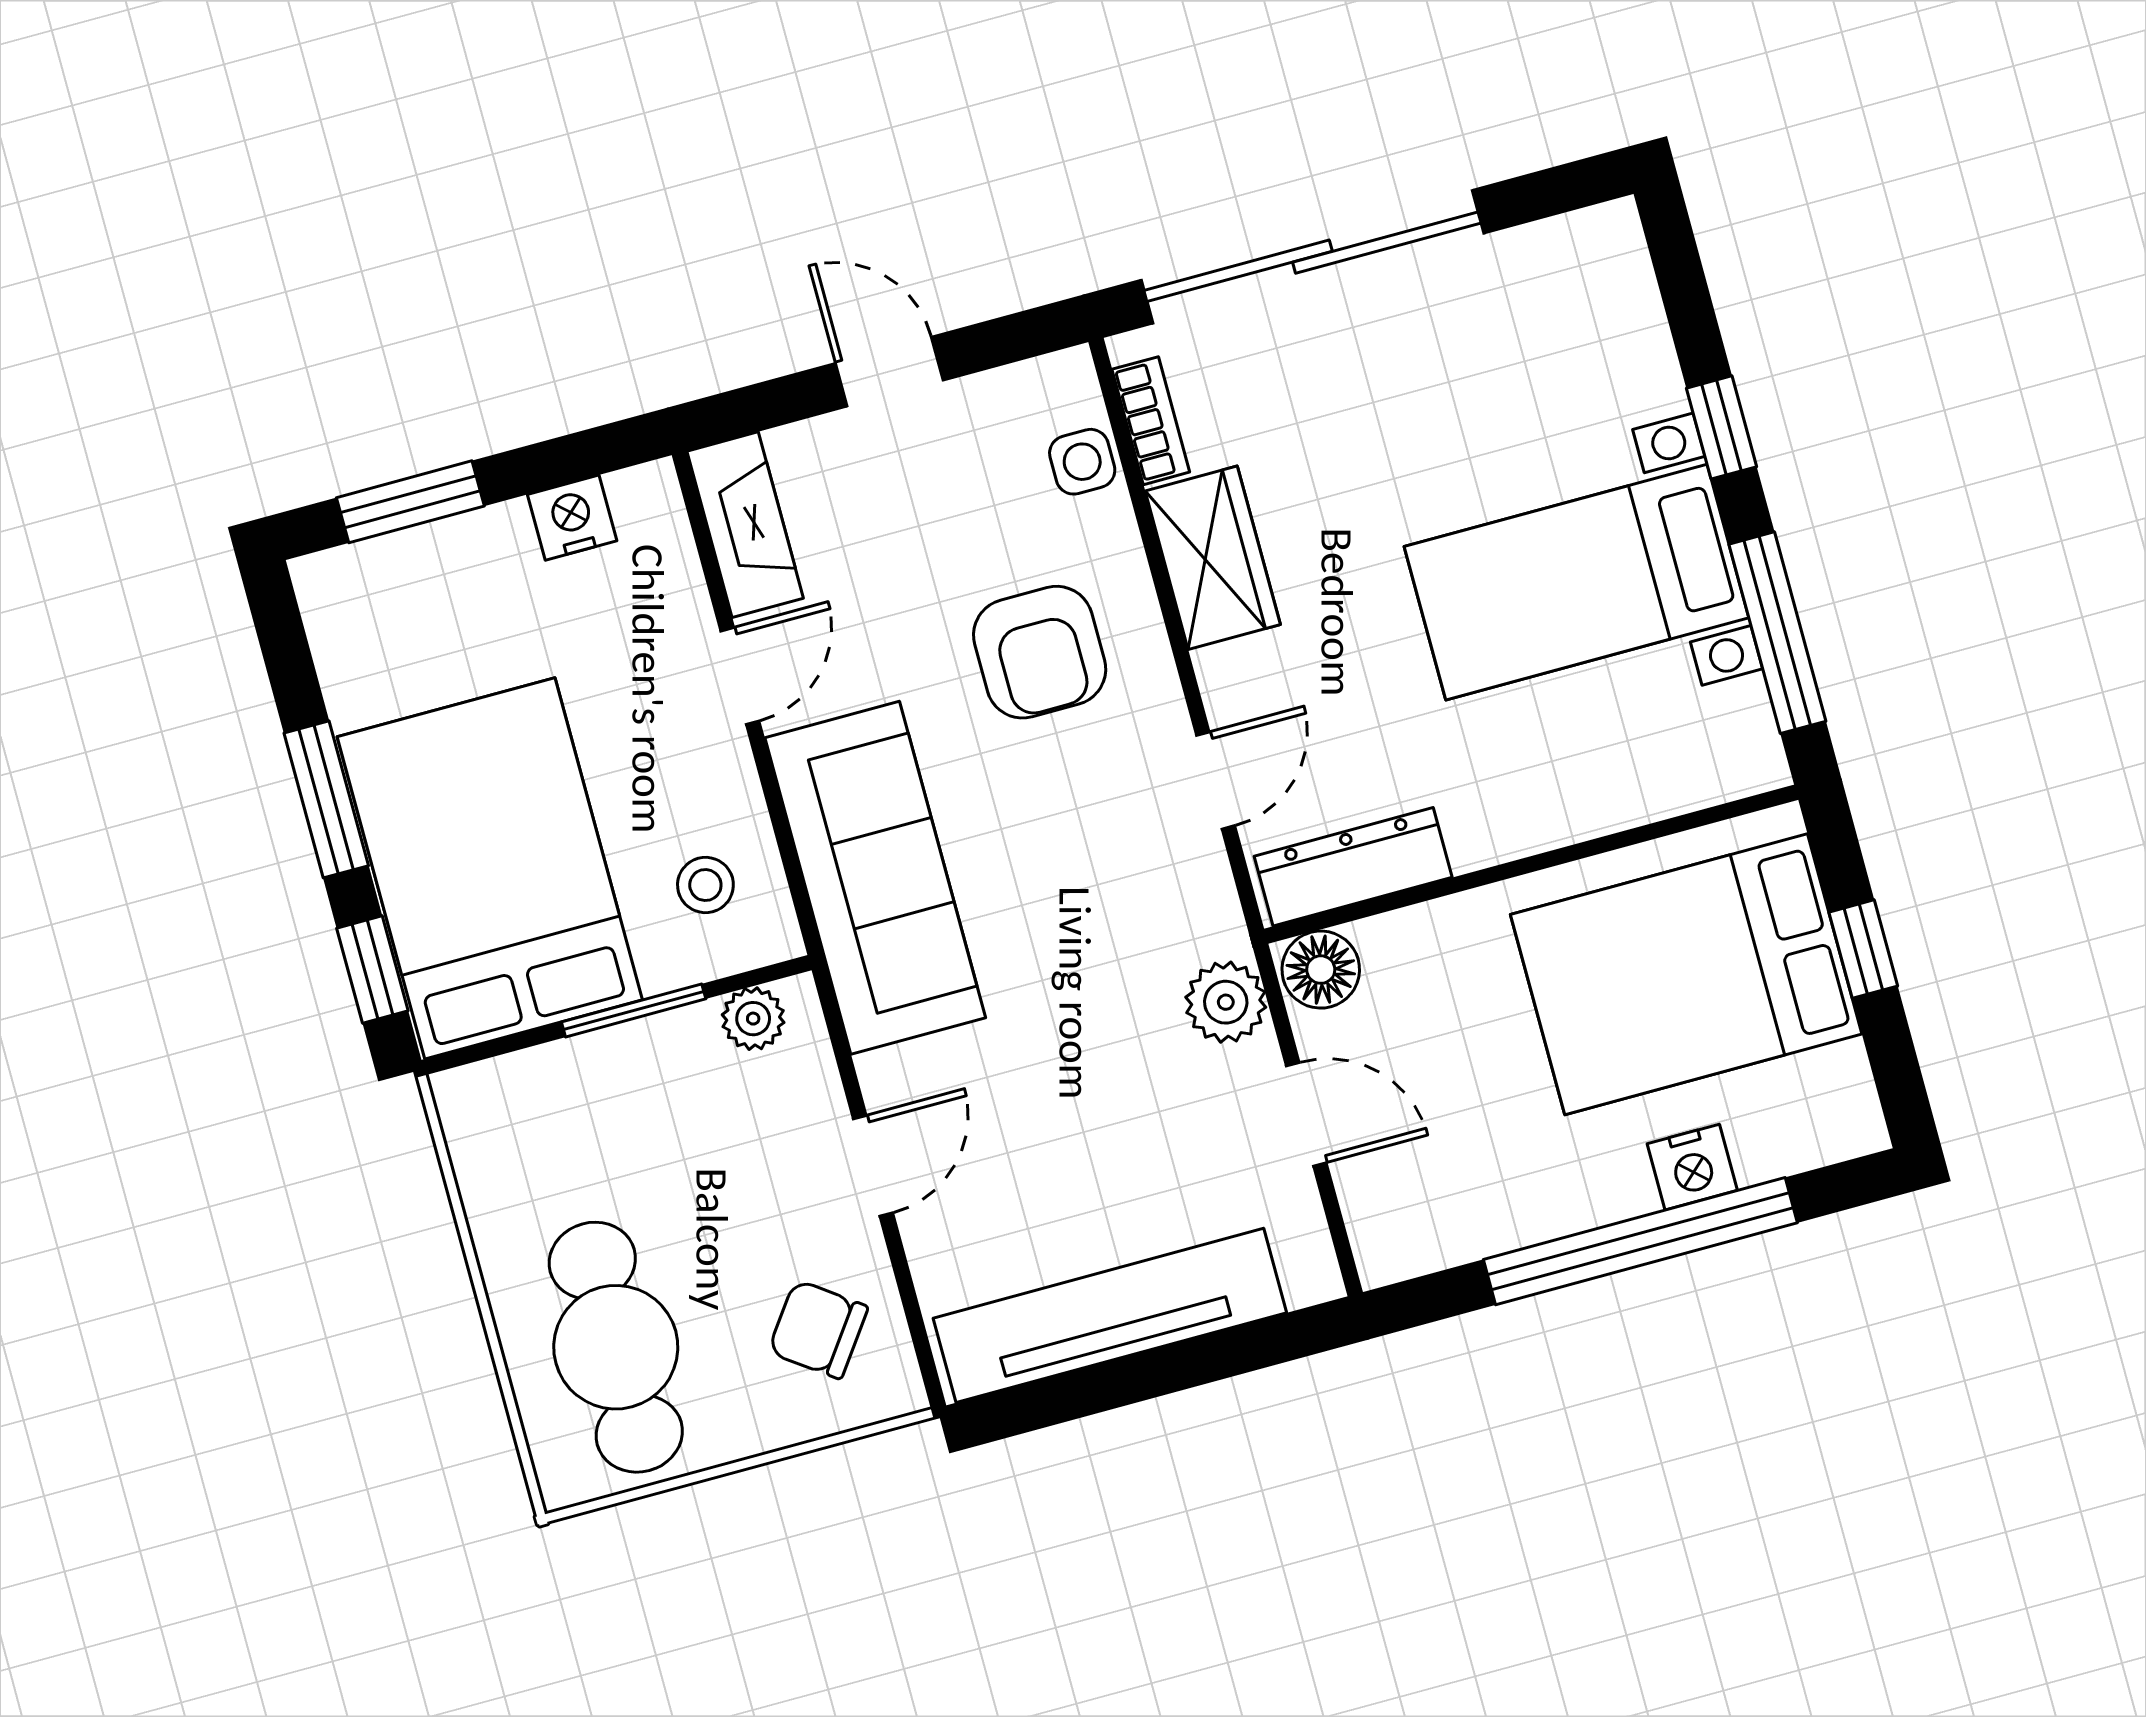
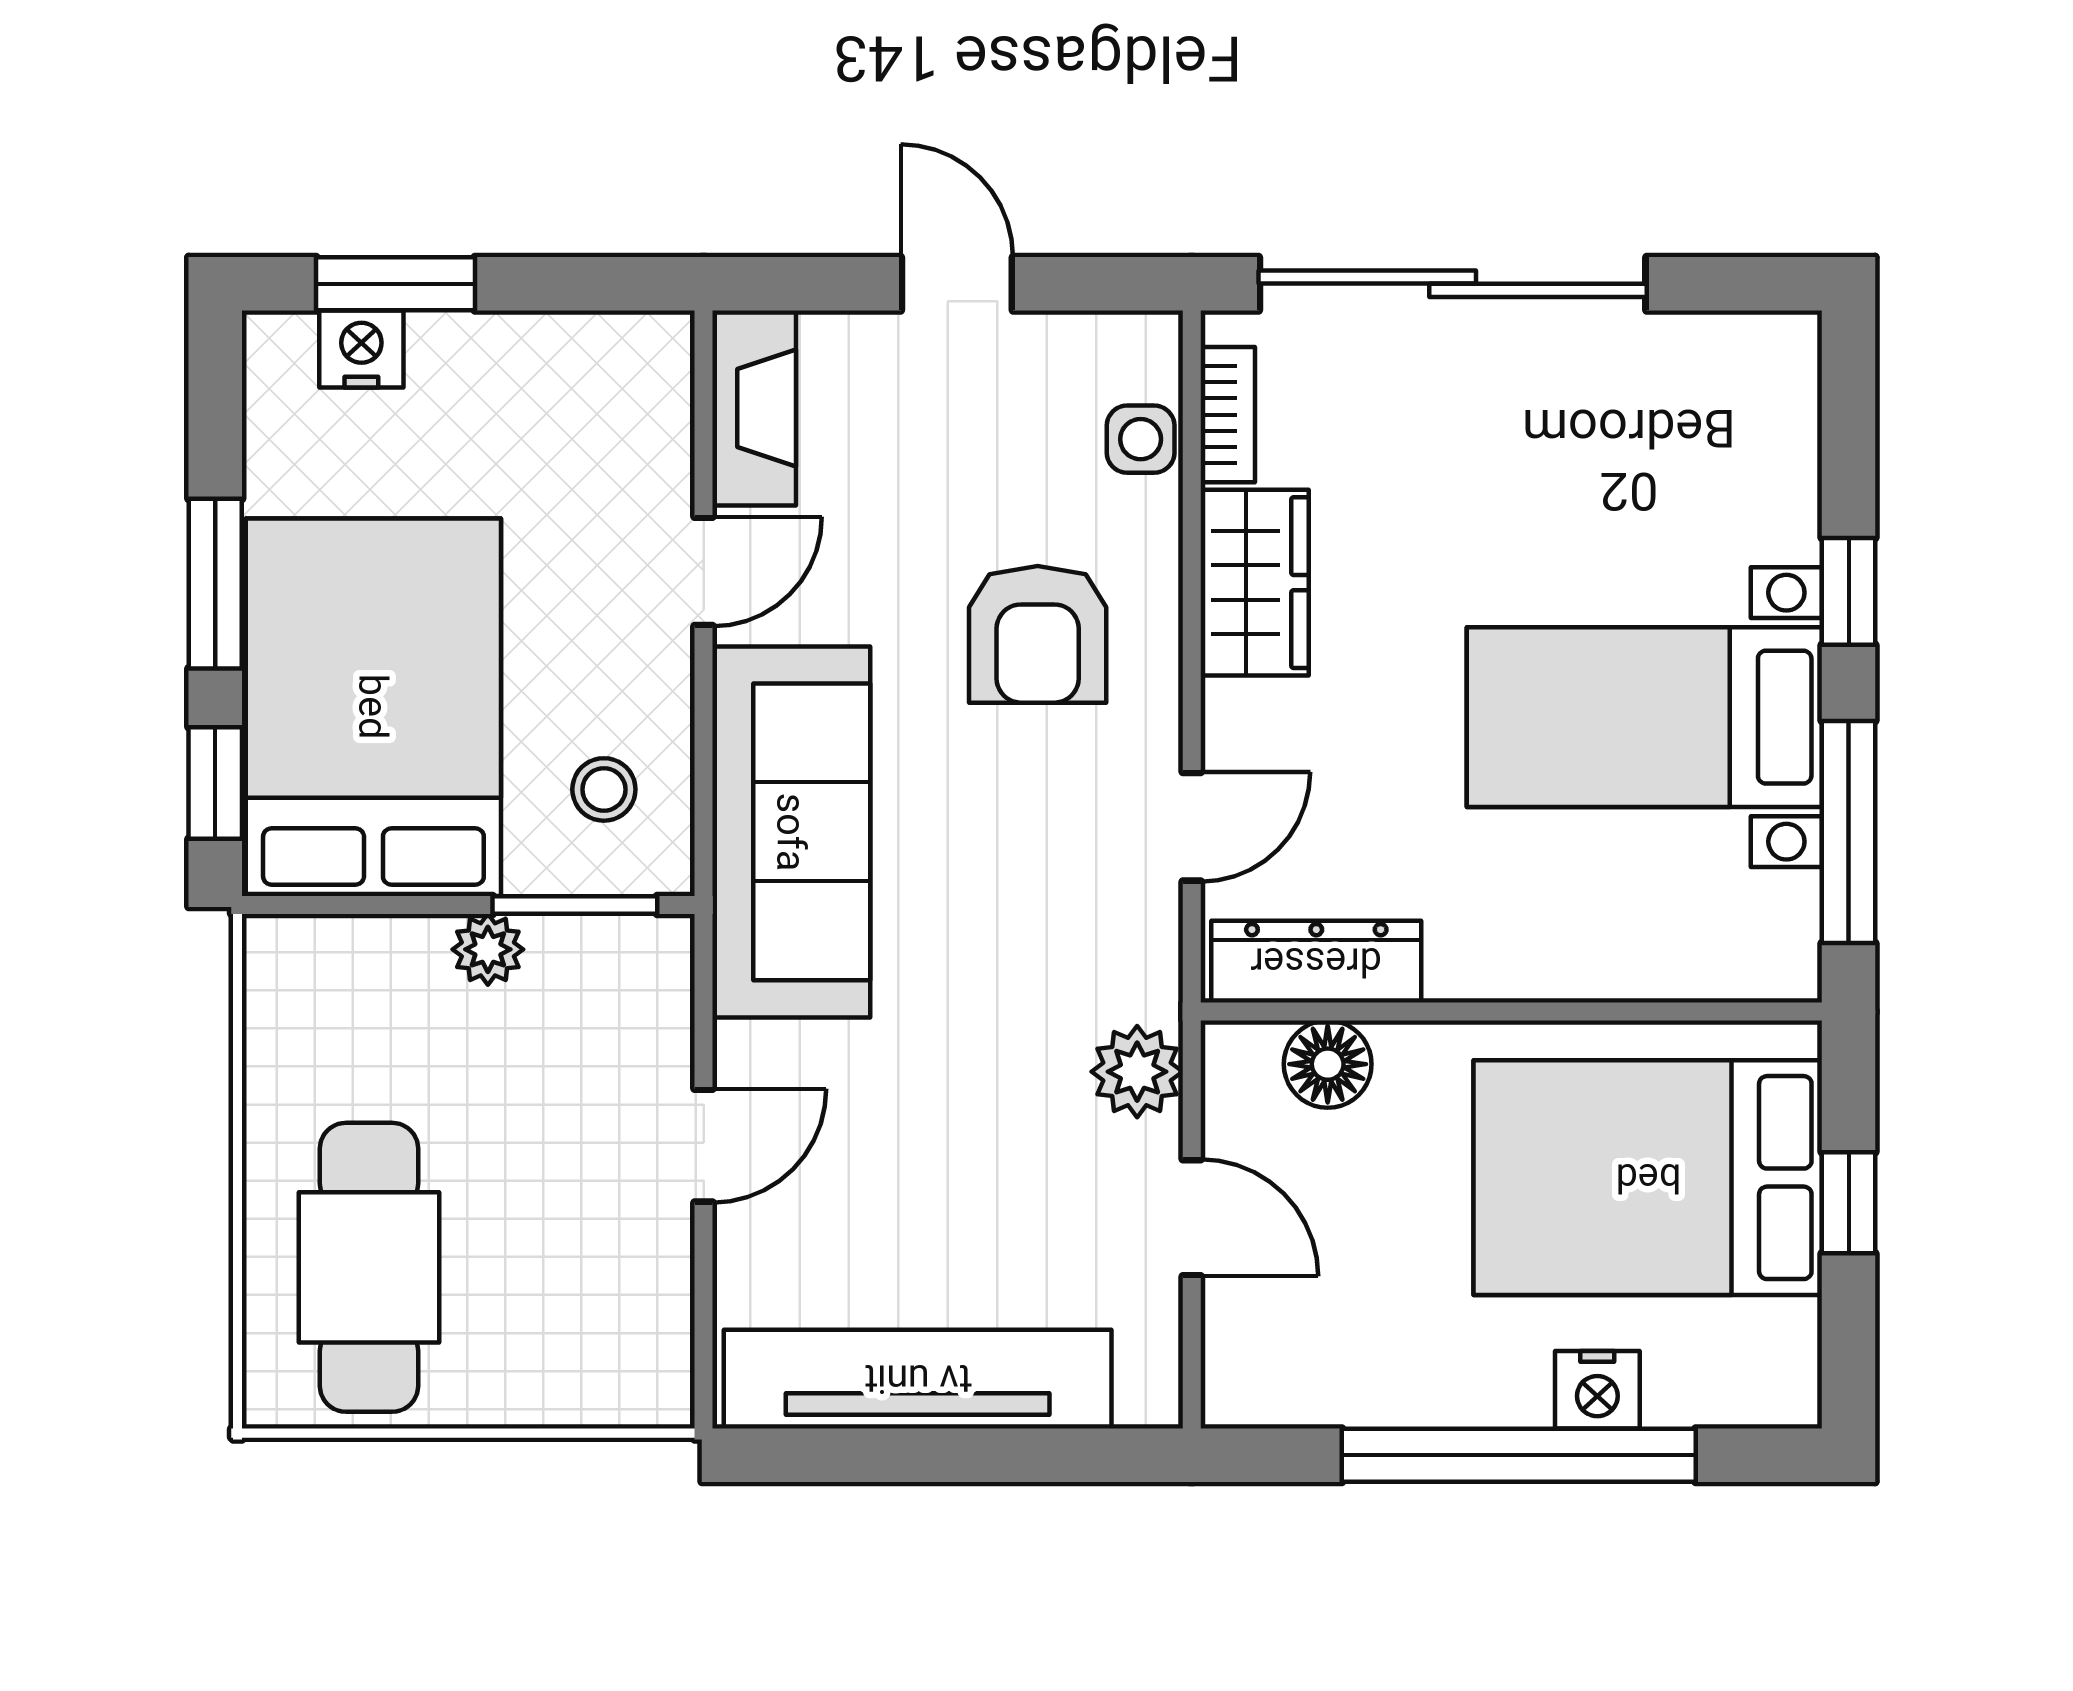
nightstand: (572, 518) -> (361, 349), moved
floor lamp: (1321, 970) -> (1328, 1064), moved
window: (634, 1010) -> (575, 905), moved
plant: (753, 1019) -> (488, 949), moved
chair: (818, 1329) -> (595, 1308), removed

